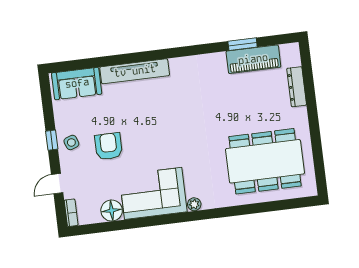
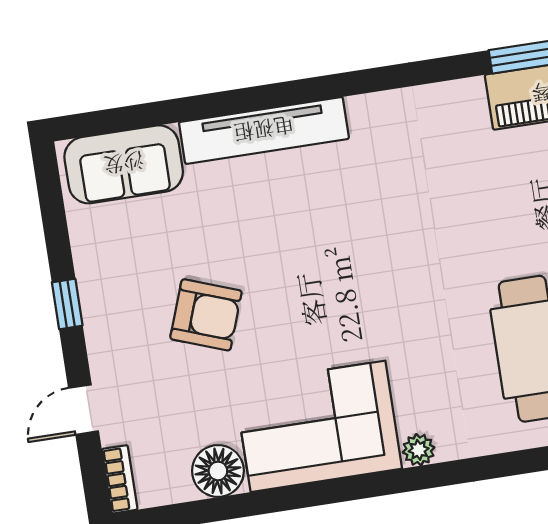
side table: (71, 142) -> (115, 308), removed
armchair: (109, 146) -> (206, 315), turned 110

